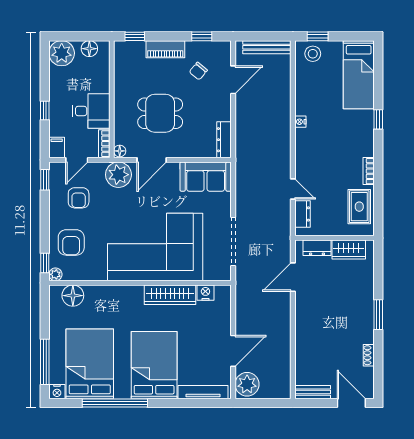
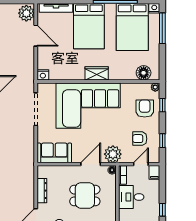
window: (45, 110) -> (162, 210), moved
dresser: (224, 140) -> (42, 191), moved
window: (45, 180) -> (162, 141), moved
armchair: (79, 198) -> (140, 139), turned -90
window: (45, 263) -> (162, 105), moved
nightstand: (205, 293) -> (43, 75), moved
wardrobe: (170, 295) -> (97, 73), moved, width x0.67
door: (233, 351) -> (36, 36), swing flipped

